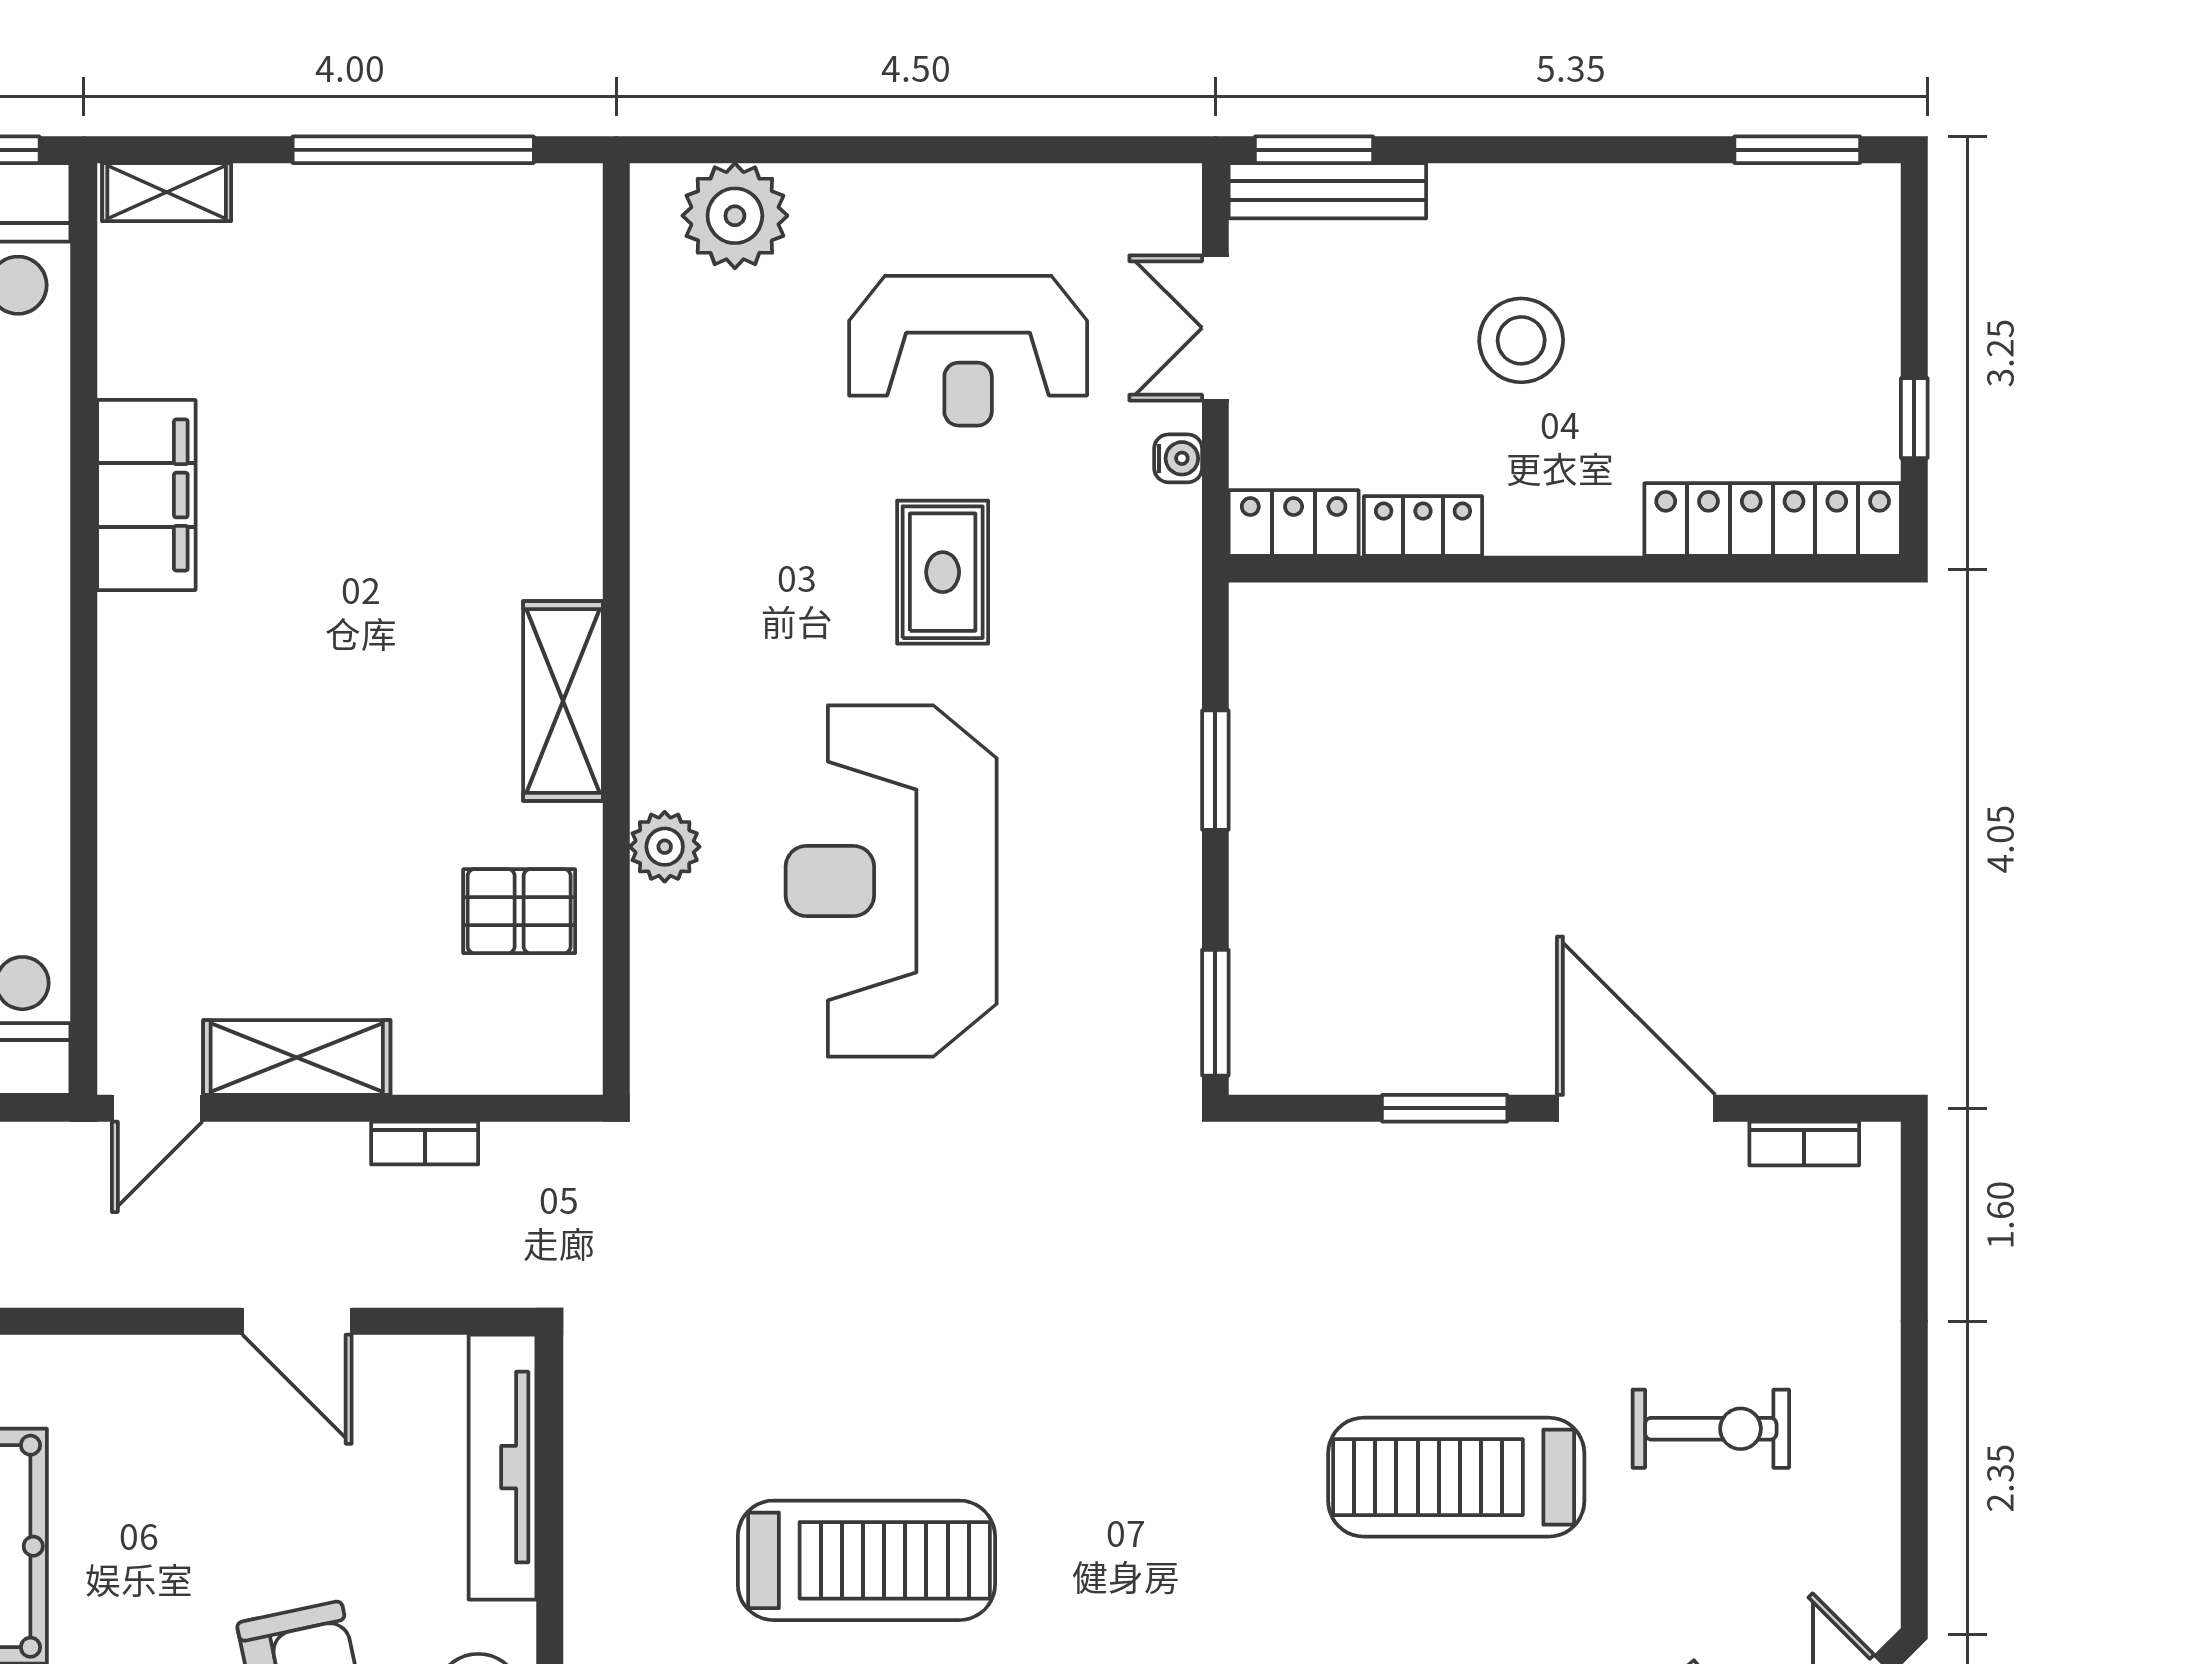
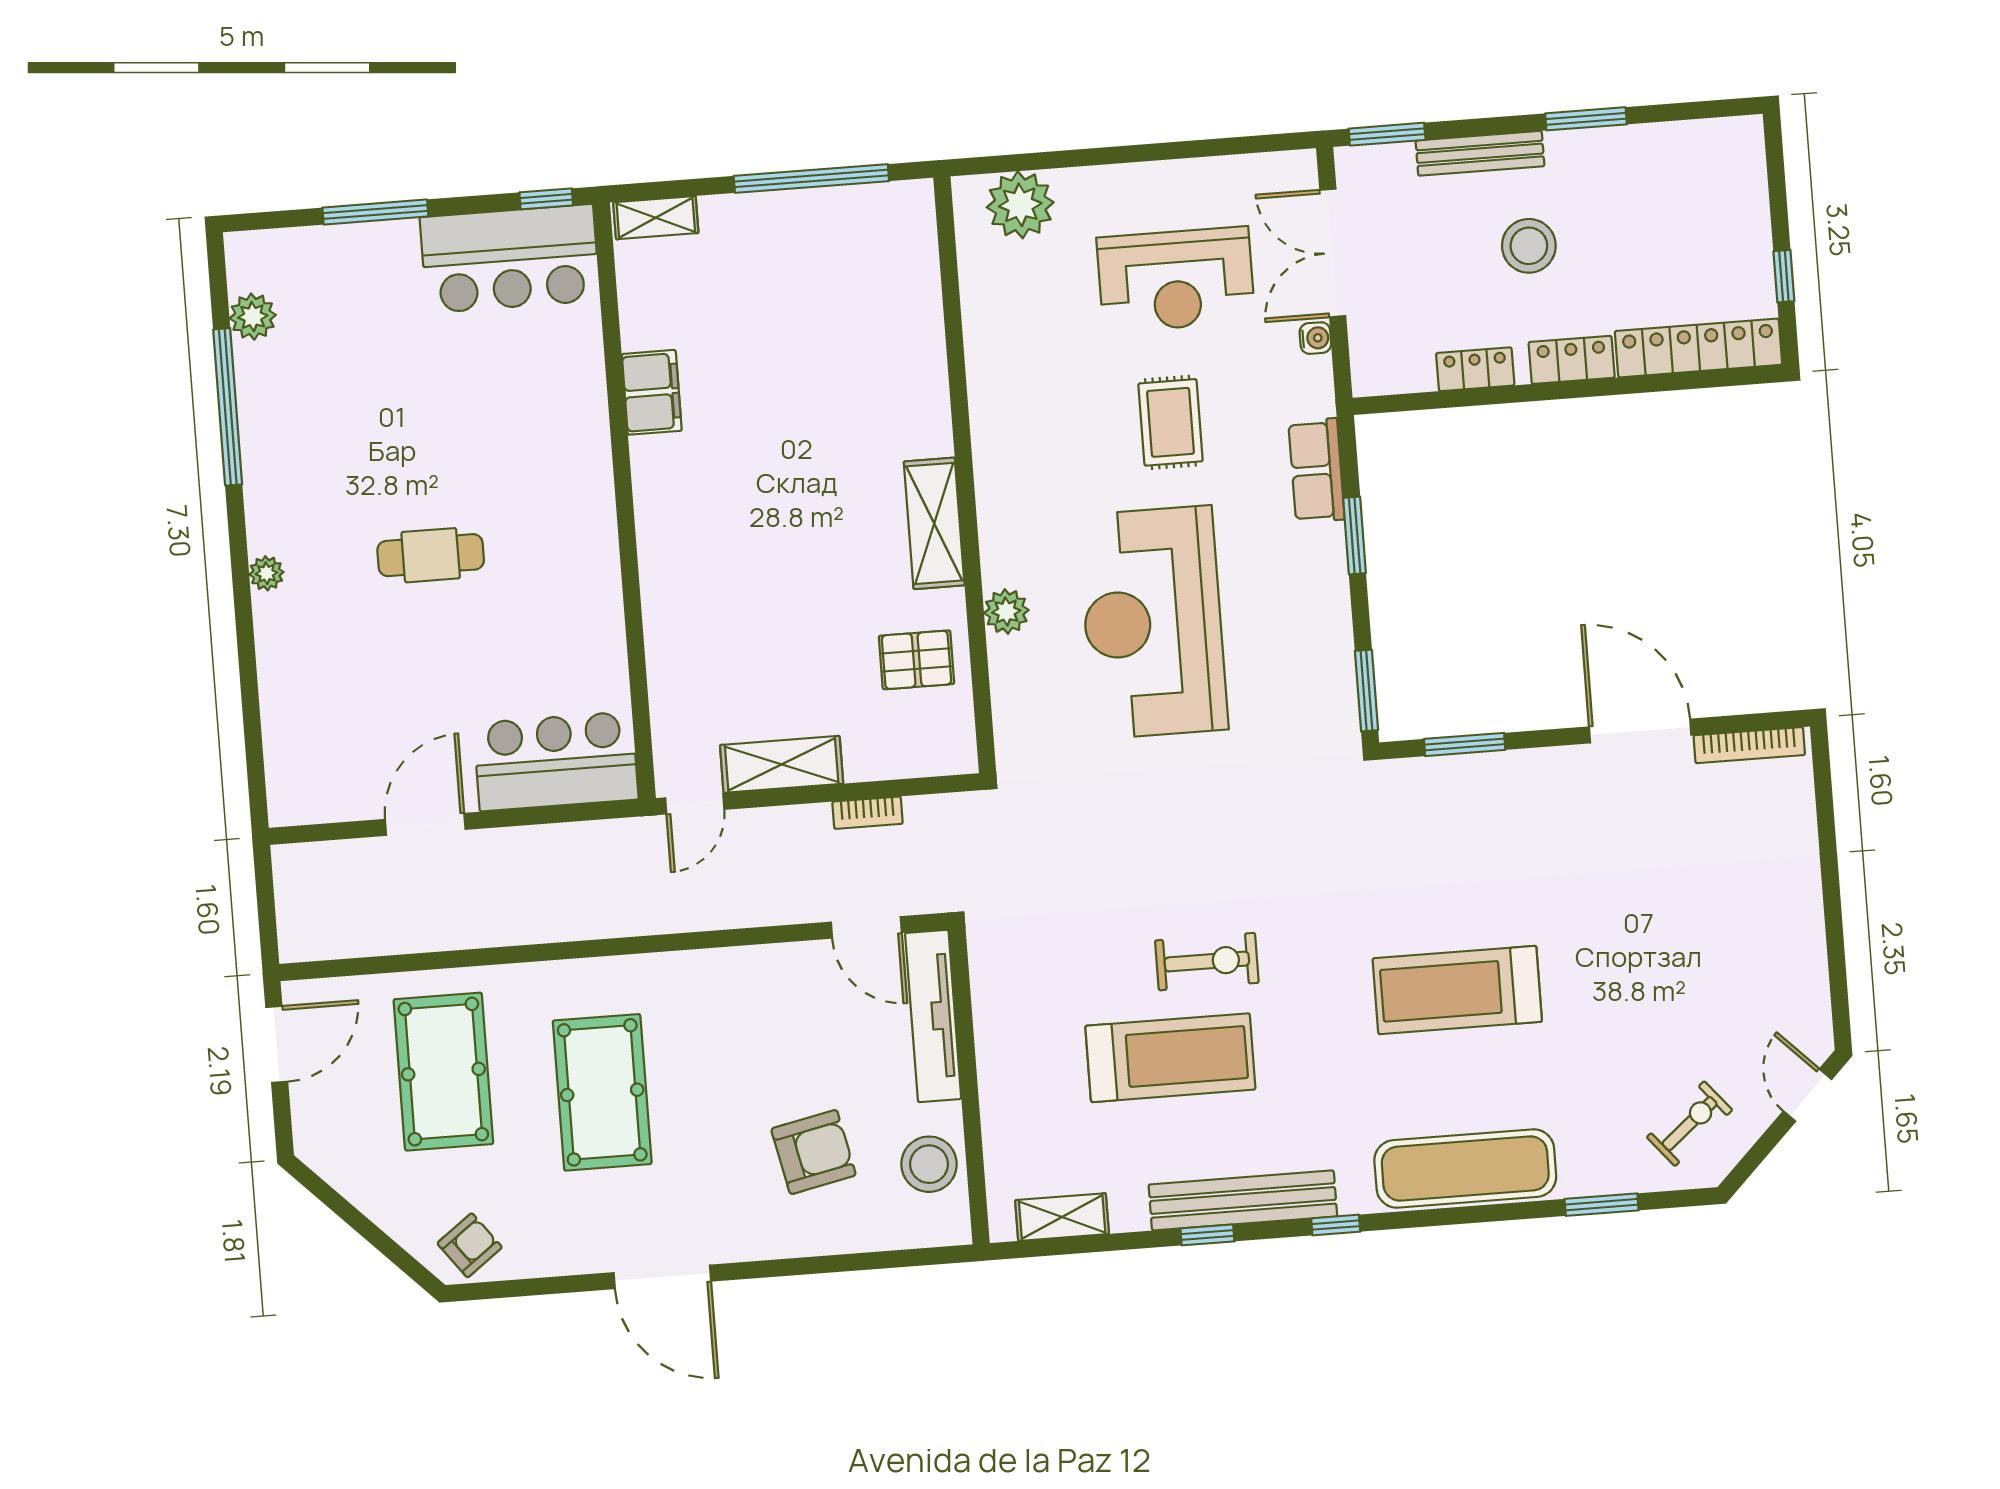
window: (1797, 150) -> (1586, 119), moved
bench: (1327, 191) -> (1480, 153), moved
double door: (1215, 328) -> (1333, 253), width x1.37
filing cabinet: (146, 495) -> (652, 392), width x0.67, depth x0.86
locker: (1294, 523) -> (1572, 360), moved
row of seats: (1164, 664) -> (1316, 470), added
window: (1445, 1108) -> (1465, 744), moved
bookcase: (1804, 1144) -> (1749, 745), width x1.56
door: (297, 1321) -> (866, 927), moved
exercise bike: (1711, 1429) -> (1207, 962), moved
treadmill: (1456, 1477) -> (1457, 990), moved

